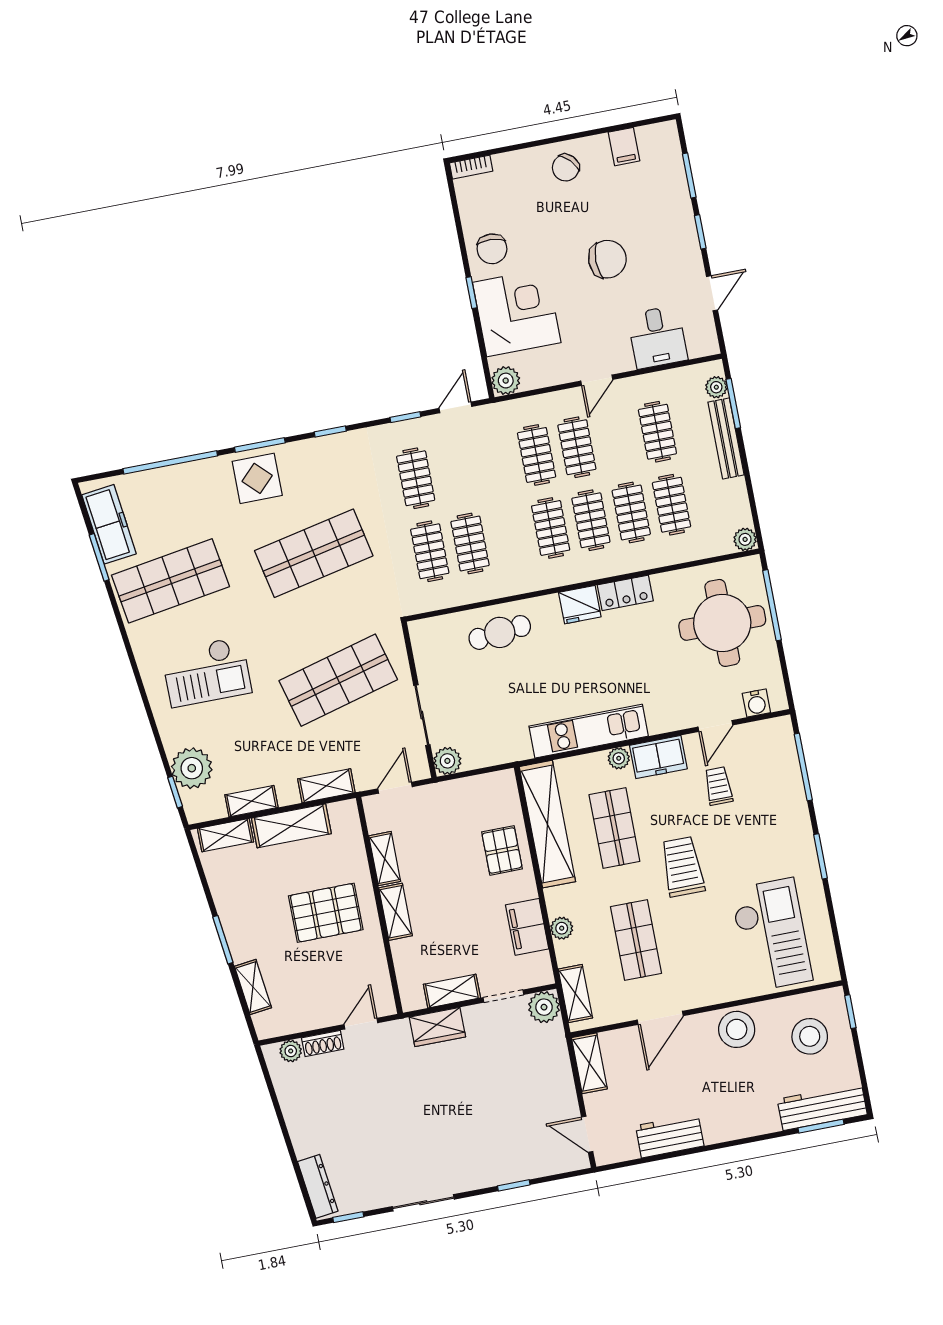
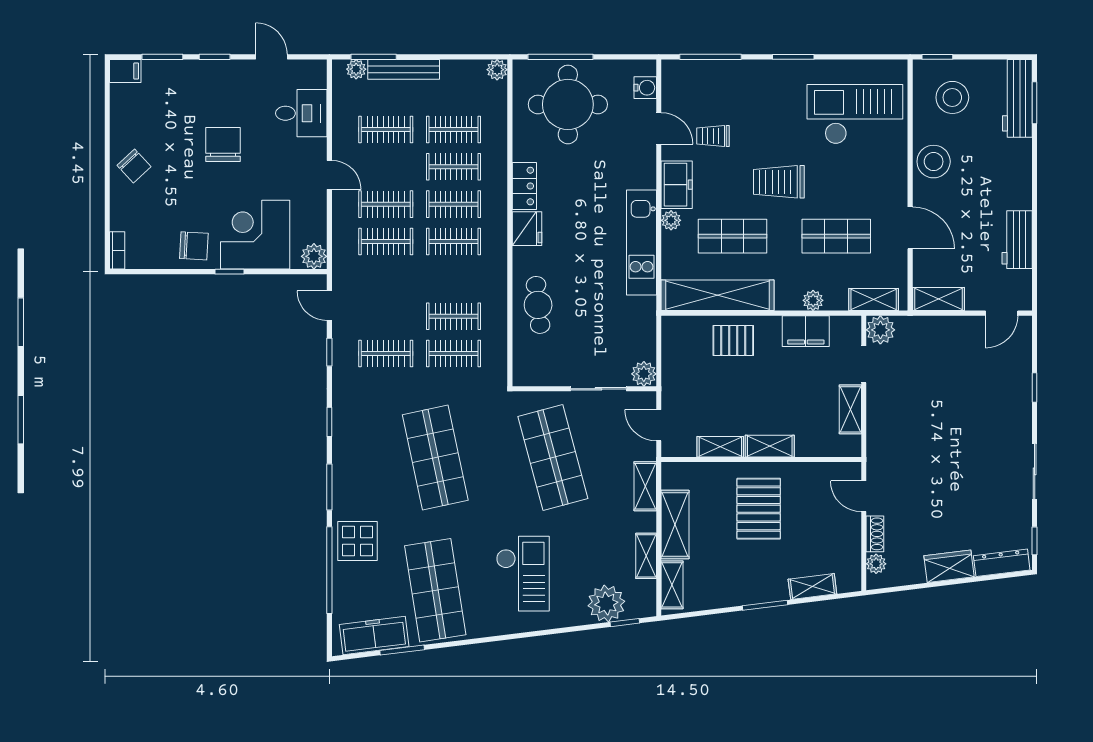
filing cabinet: (624, 147) -> (125, 71), moved
display table: (257, 478) -> (357, 541), moved
wardrobe: (437, 1027) -> (949, 566), moved, turned -97

